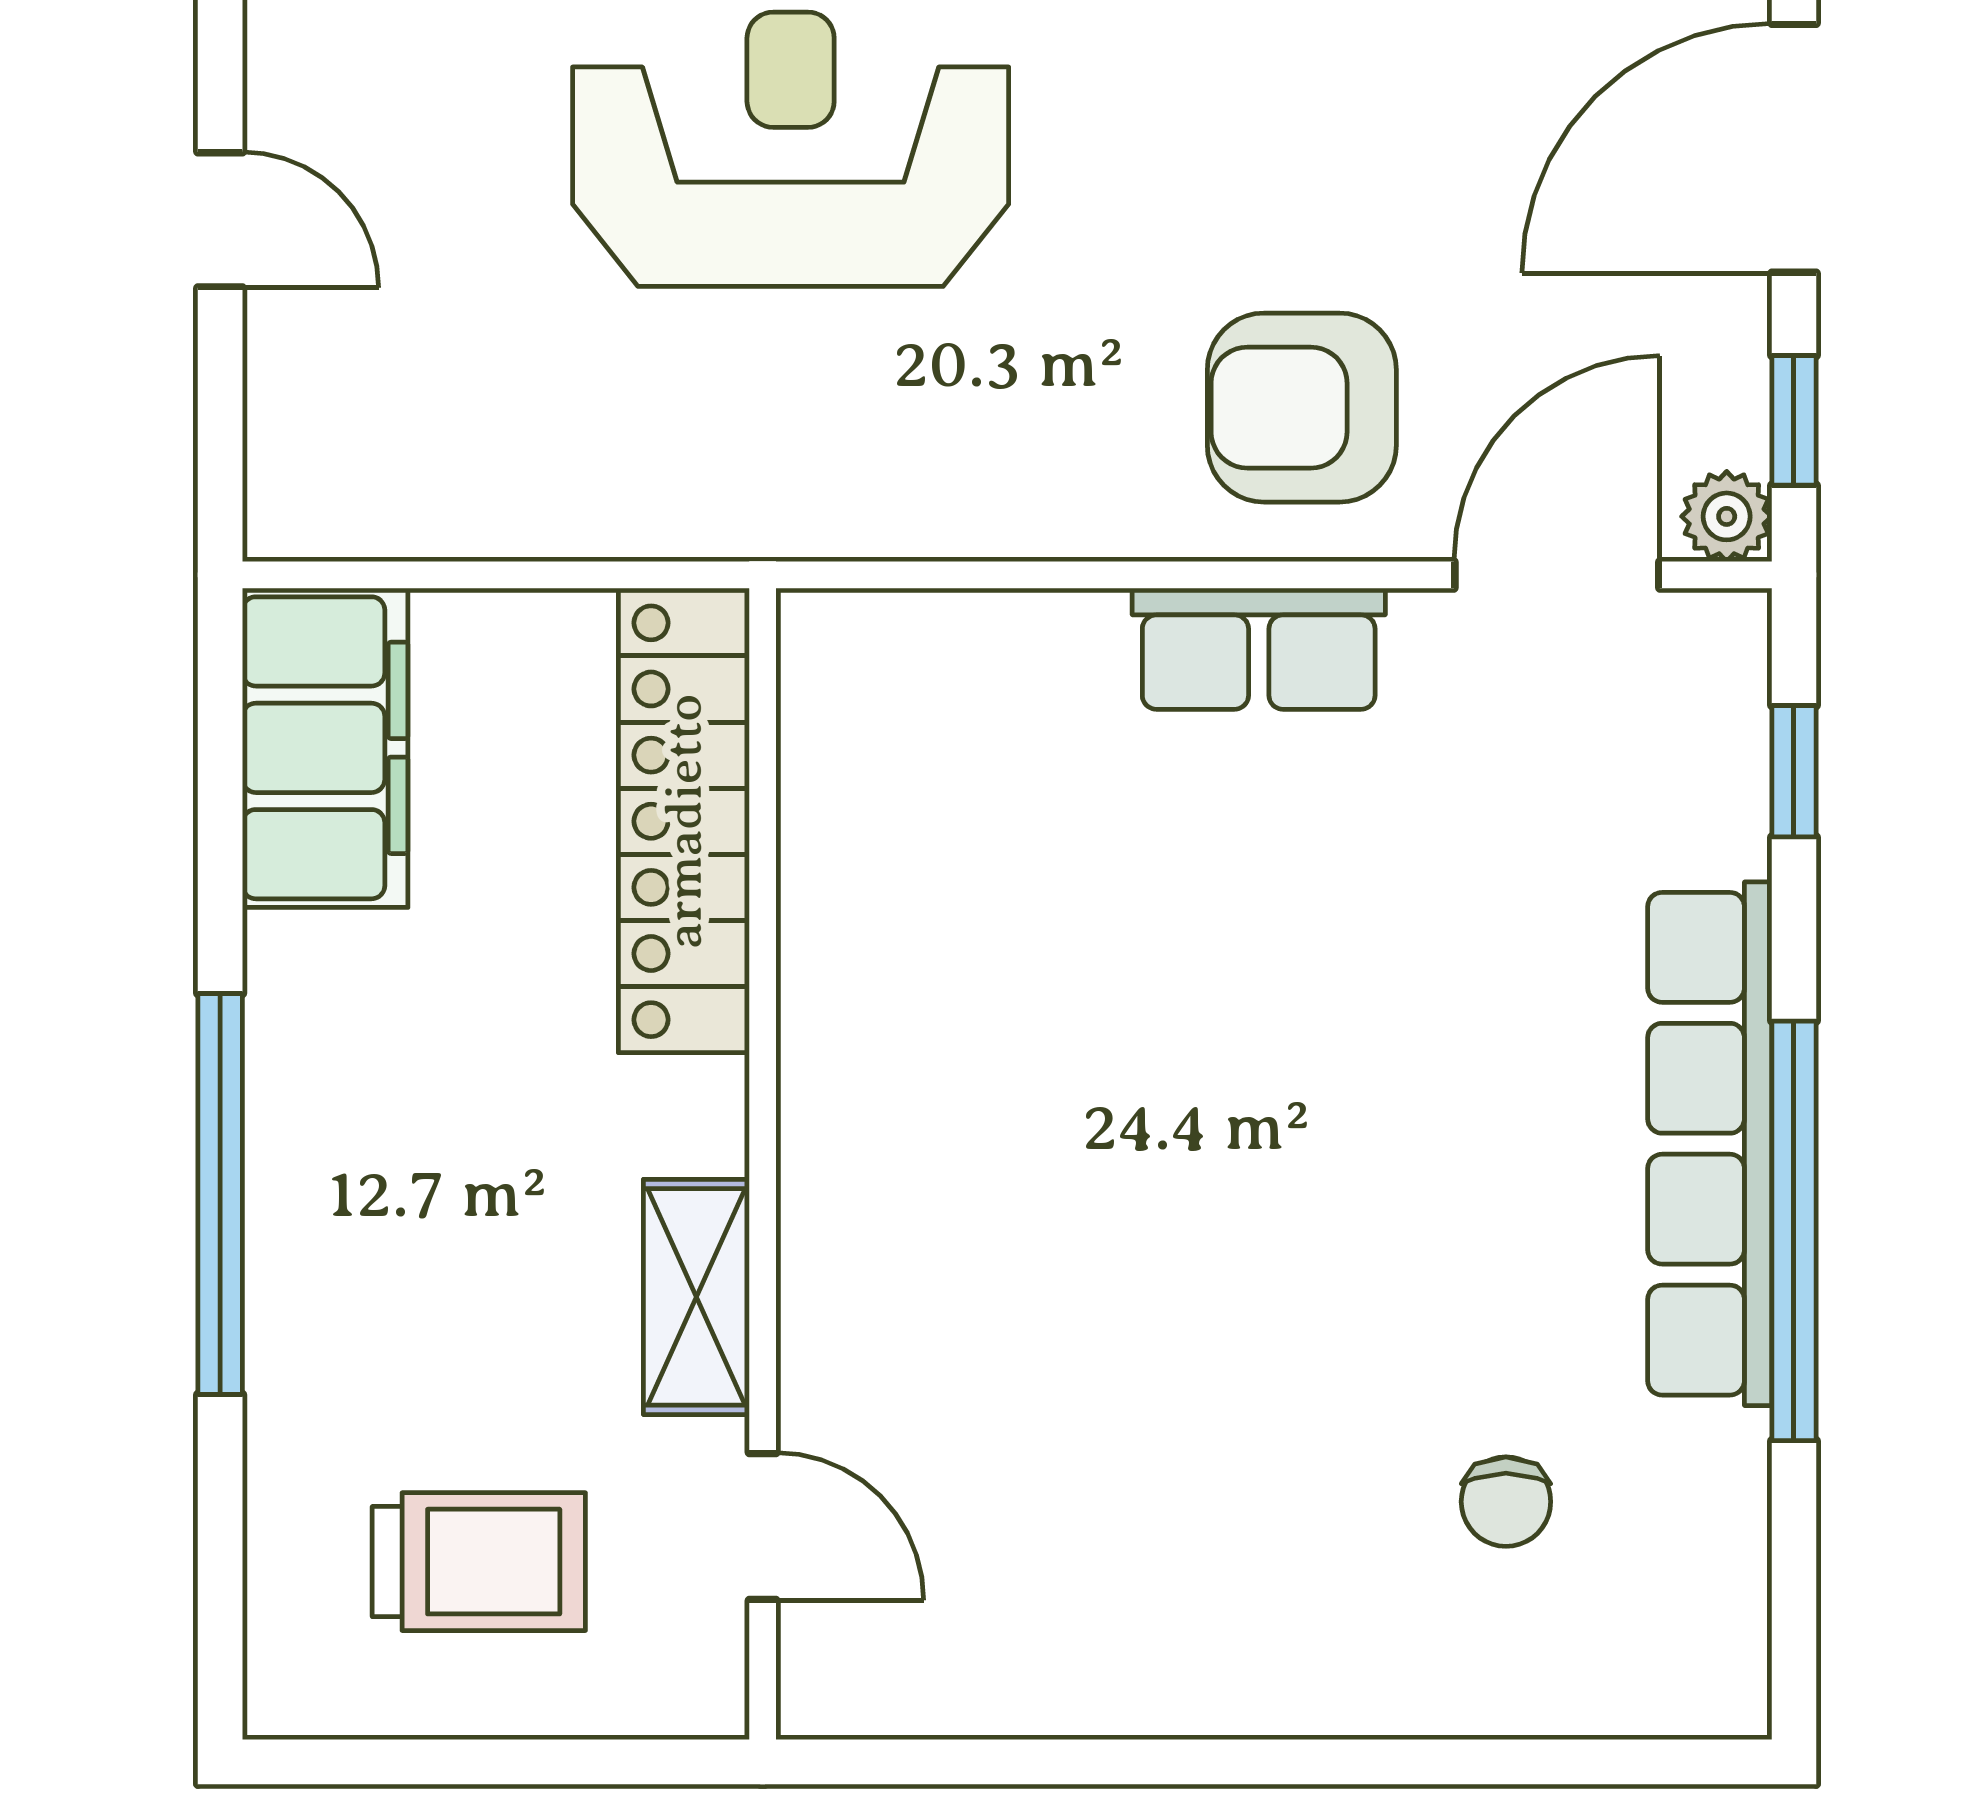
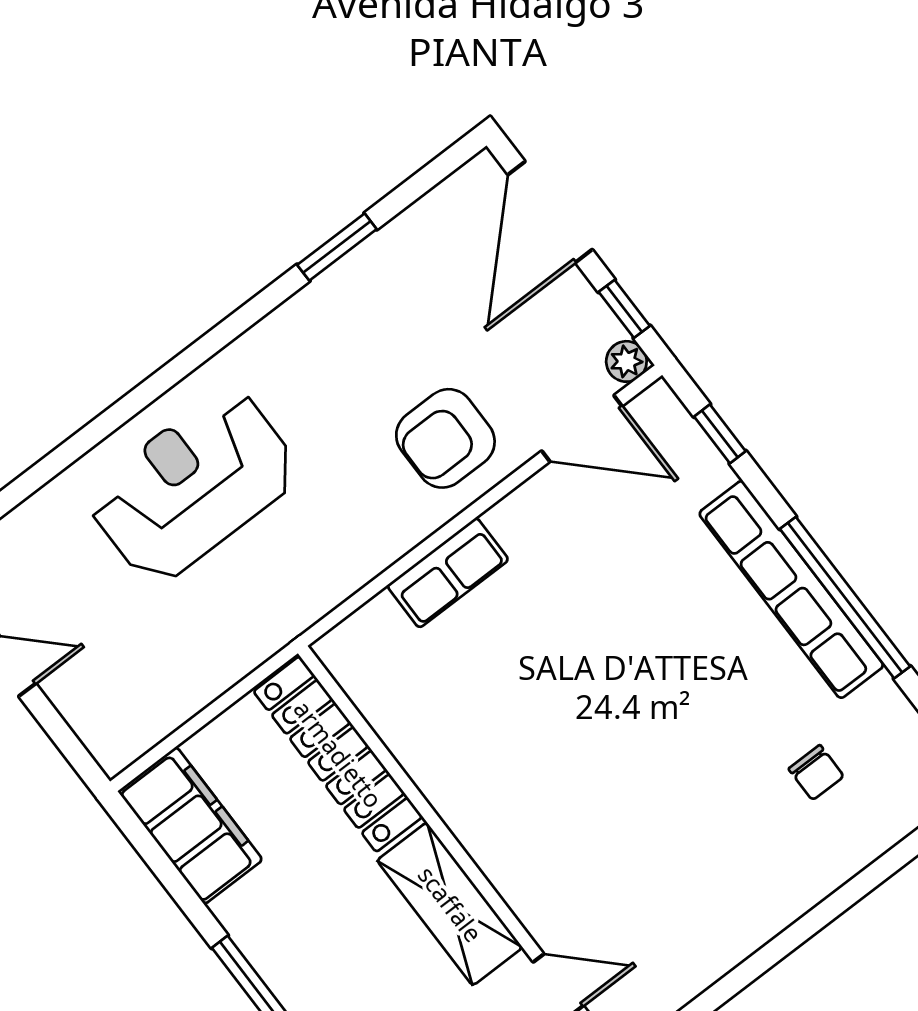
door: (1557, 575) -> (582, 429), swing flipped
row of seats: (1259, 649) -> (448, 573), moved
shelving: (696, 1297) -> (450, 904), width x1.50, depth x1.33

